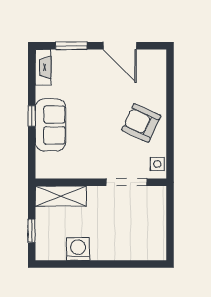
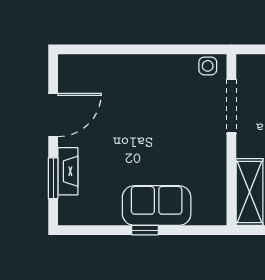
fireplace: (43, 67) -> (68, 171), moved, turned 90
armchair: (141, 123) -> (154, 87), removed

